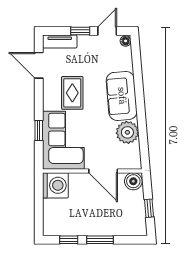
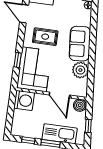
rug: (72, 93) -> (45, 37), turned 90
kitchen sink: (111, 225) -> (60, 134), added

